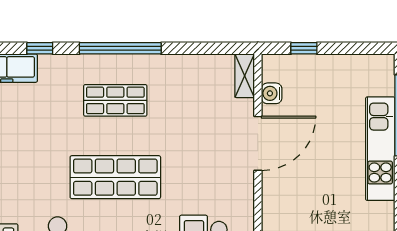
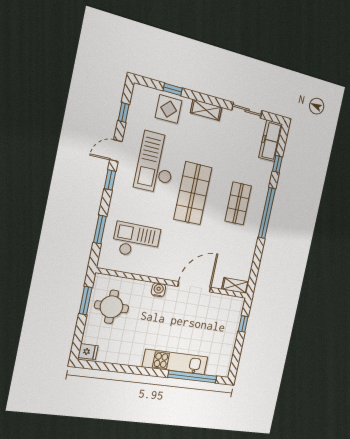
water cooler: (272, 93) -> (158, 290), moved
door: (258, 143) -> (194, 287), swing flipped

